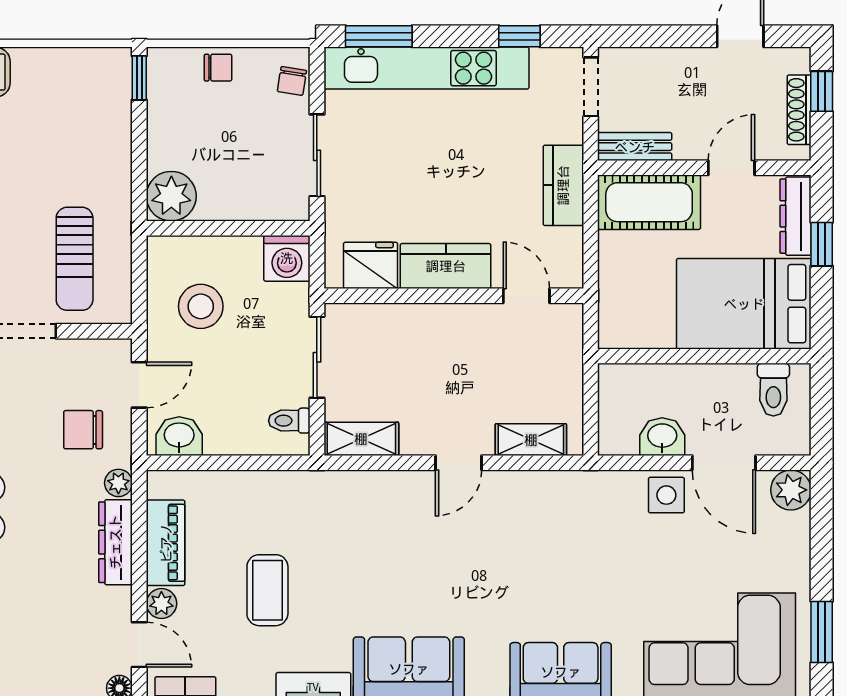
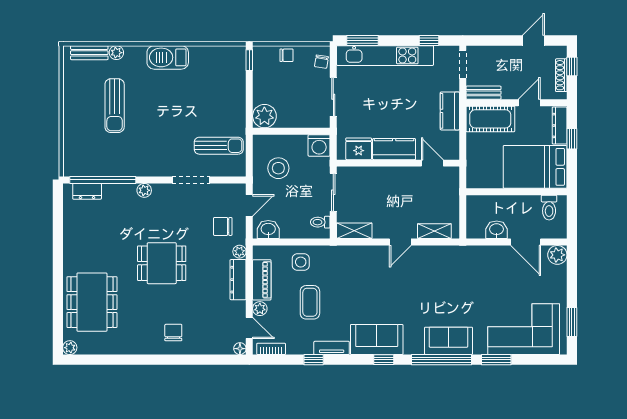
sun lounger: (75, 259) -> (219, 146), turned -90
side table: (666, 495) -> (301, 262), moved

